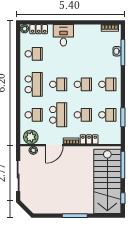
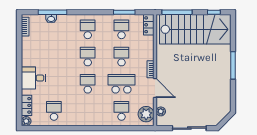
school desk: (34, 84) -> (88, 111), removed
locker: (89, 139) -> (149, 25), moved

